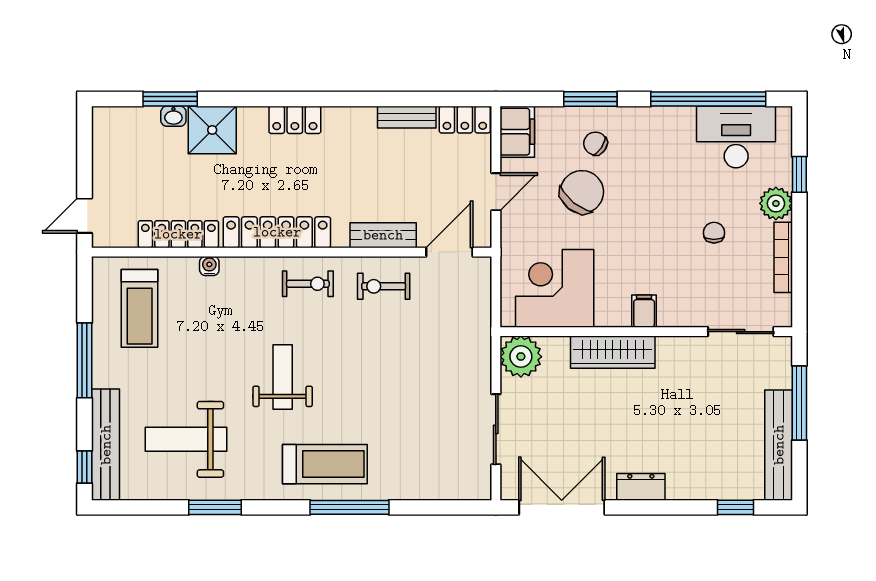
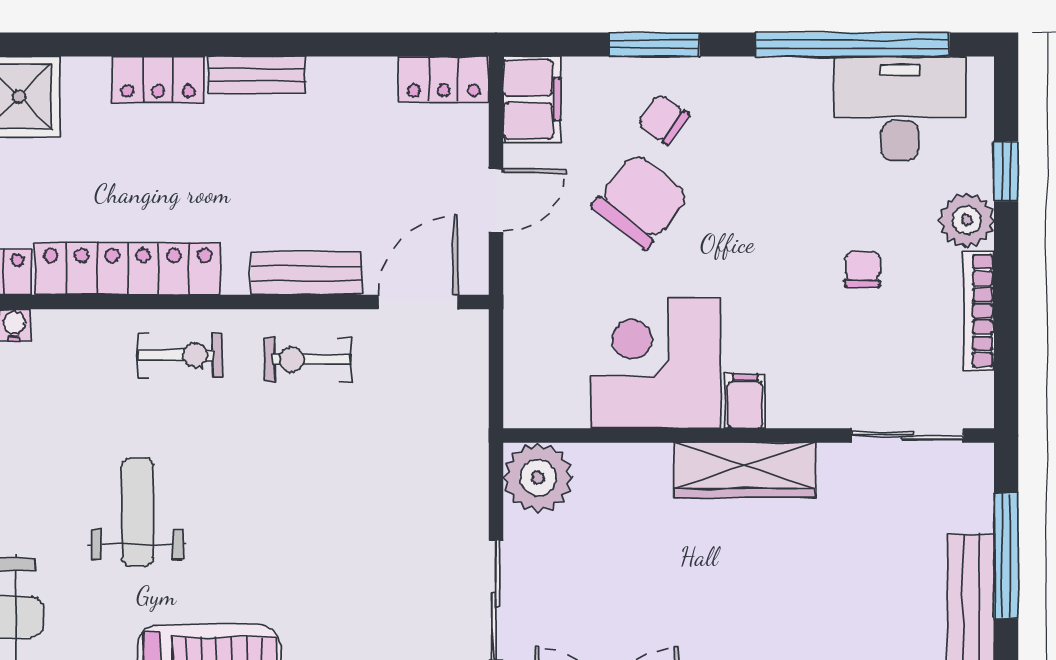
bench: (407, 117) -> (256, 75), moved
corner desk: (555, 288) -> (655, 363), moved
wardrobe: (613, 352) -> (745, 470), moved

